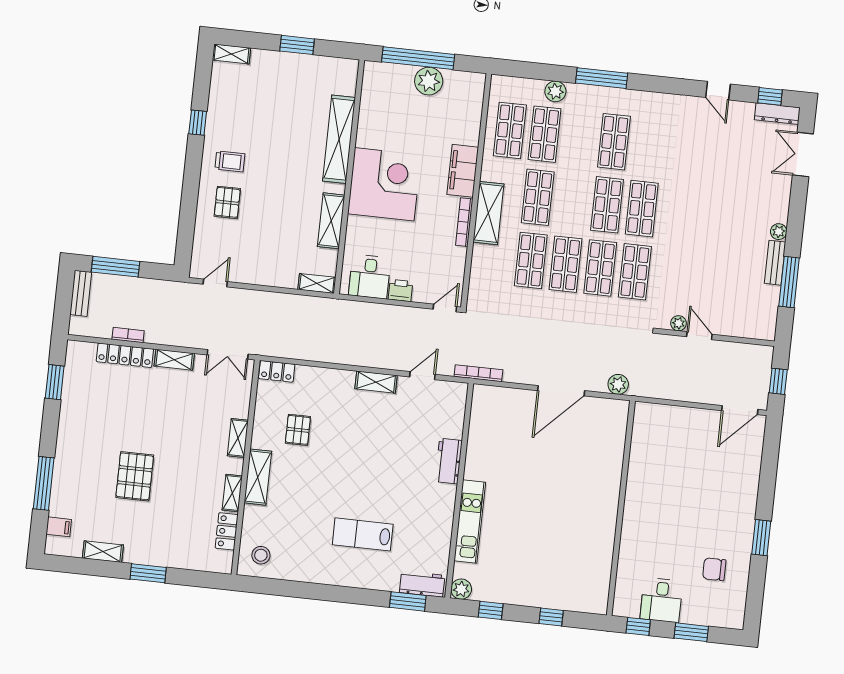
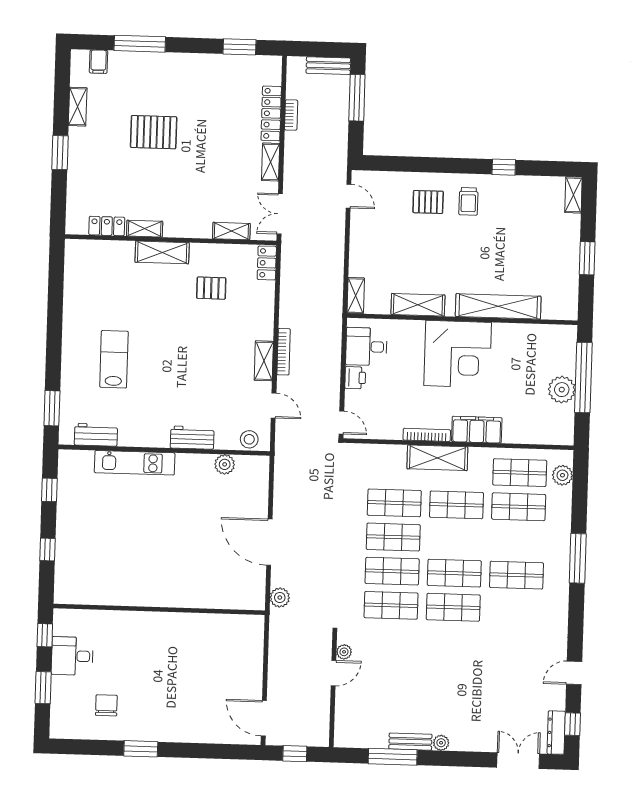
plant: (555, 91) -> (562, 475), moved
bookcase: (478, 373) -> (284, 352), moved
shelving: (238, 438) -> (231, 231), moved
stool: (261, 555) -> (249, 439), moved
workbench: (422, 584) -> (96, 435), moved, turned -90
plant: (461, 589) -> (225, 464), moved

